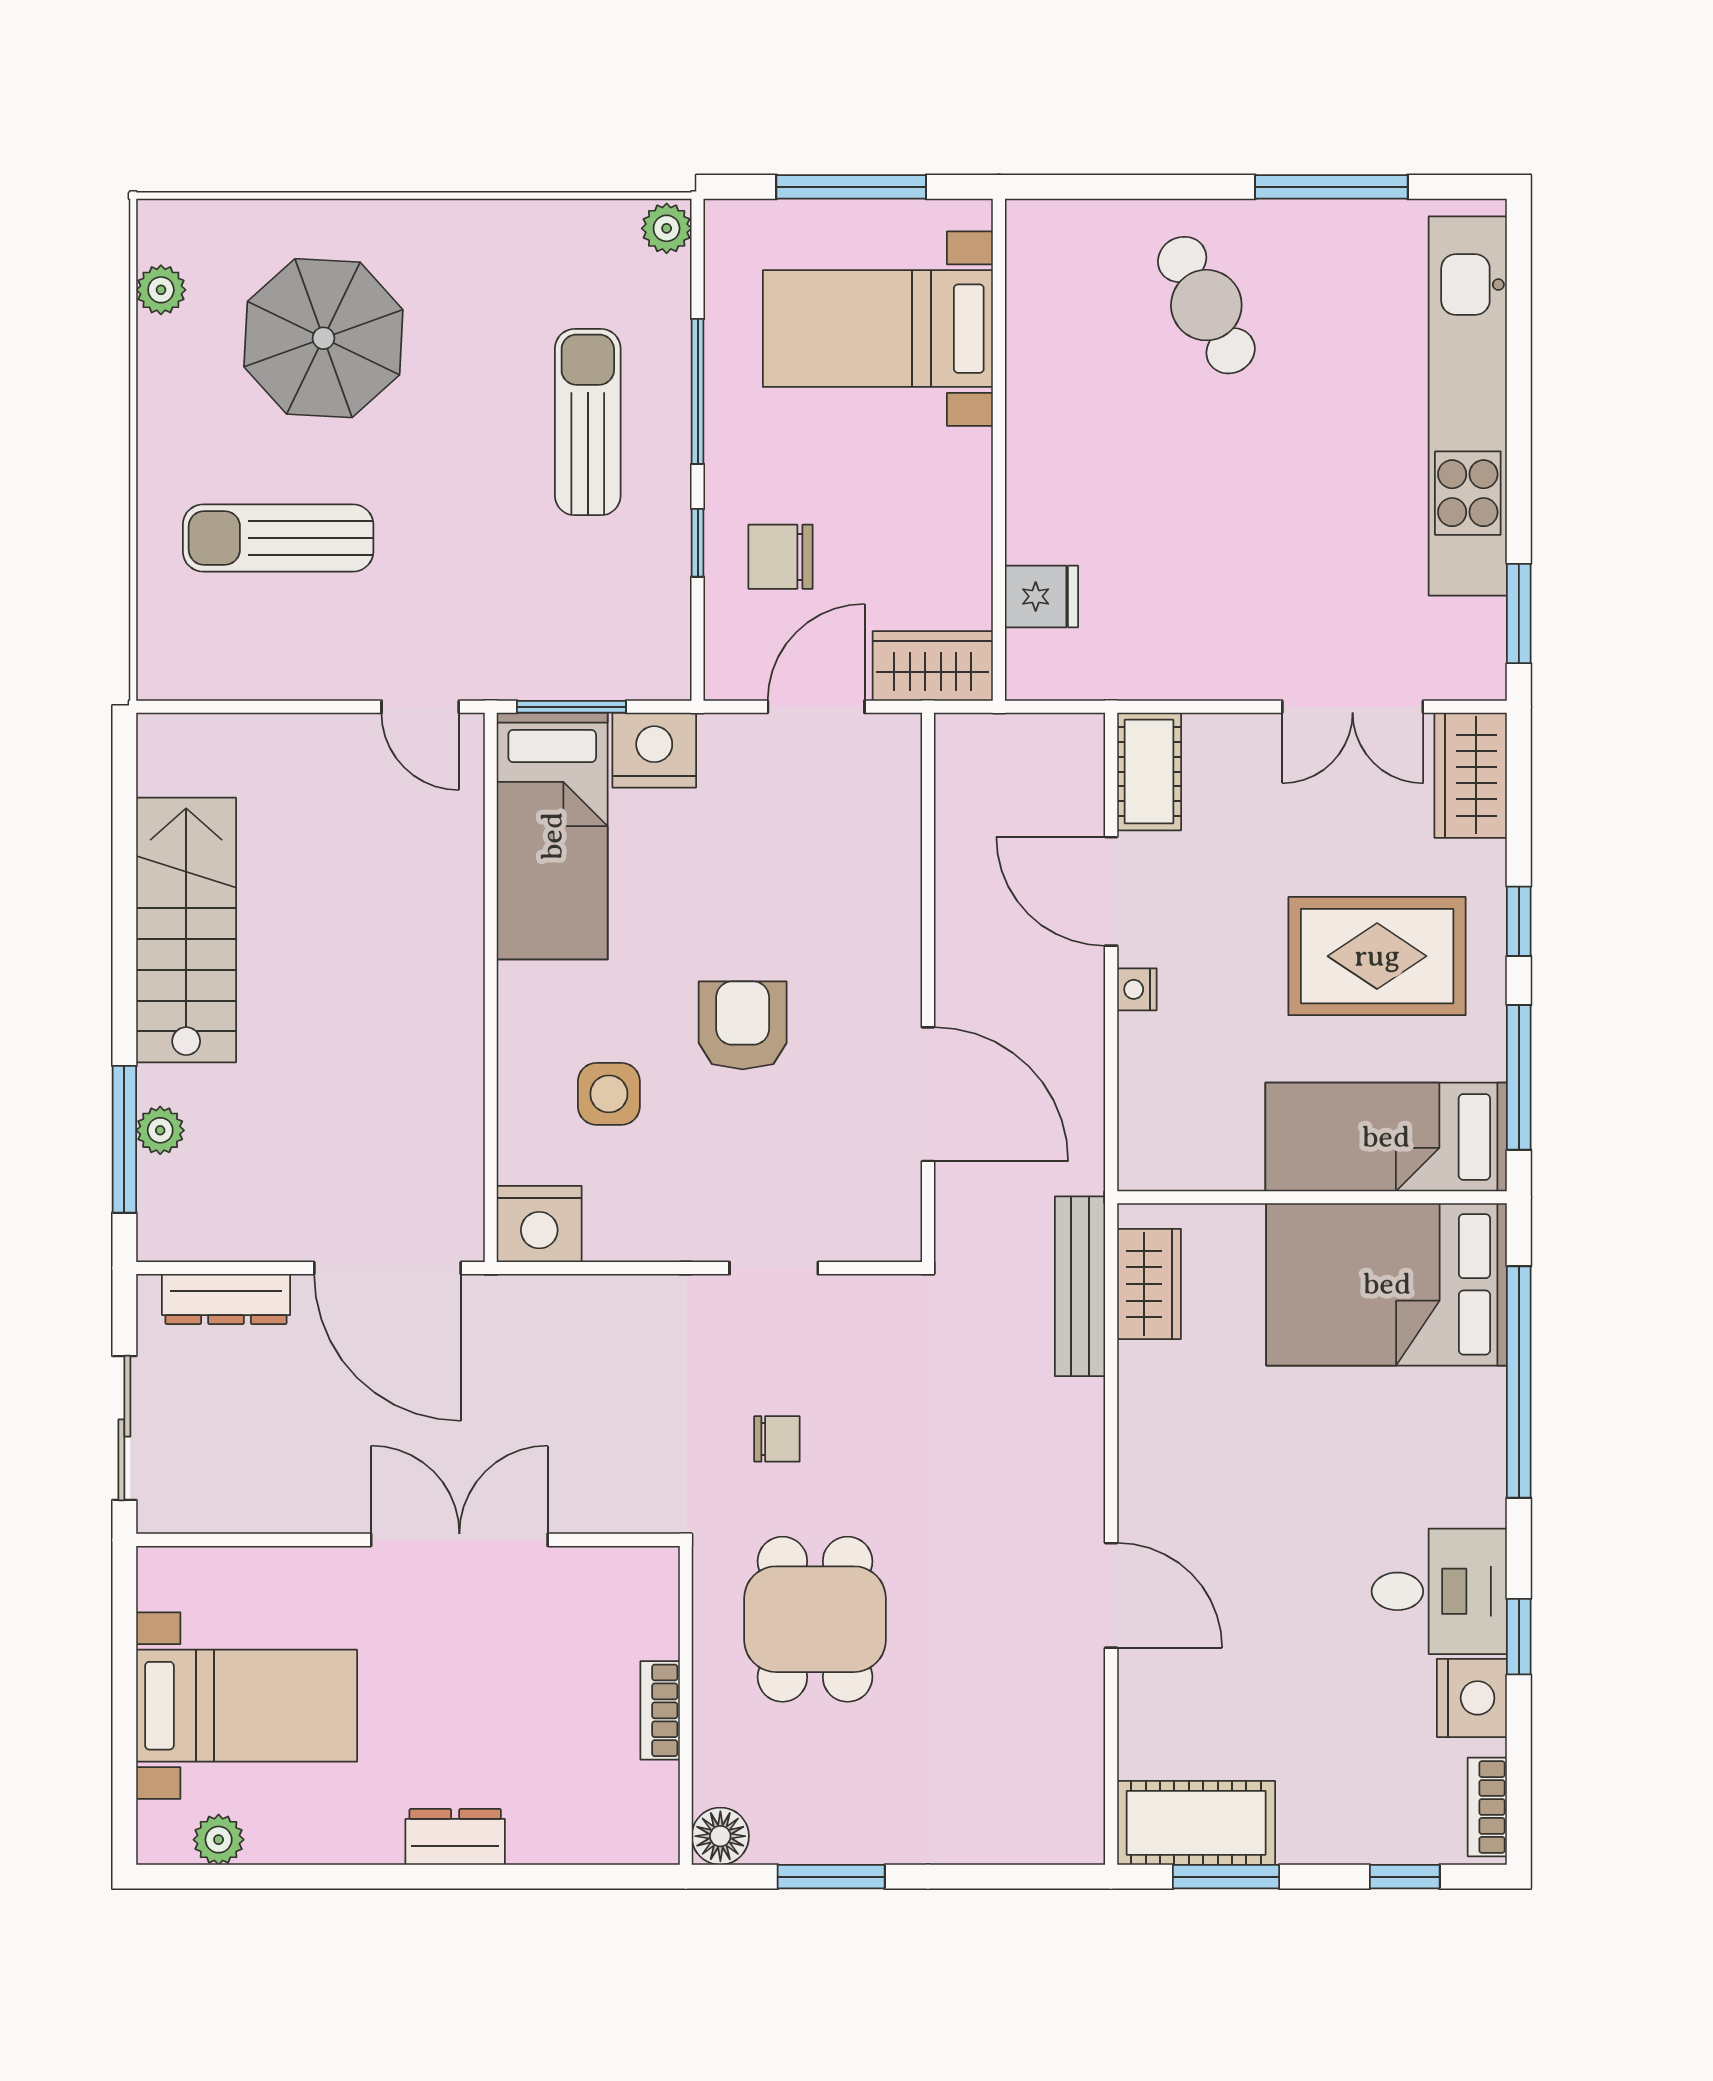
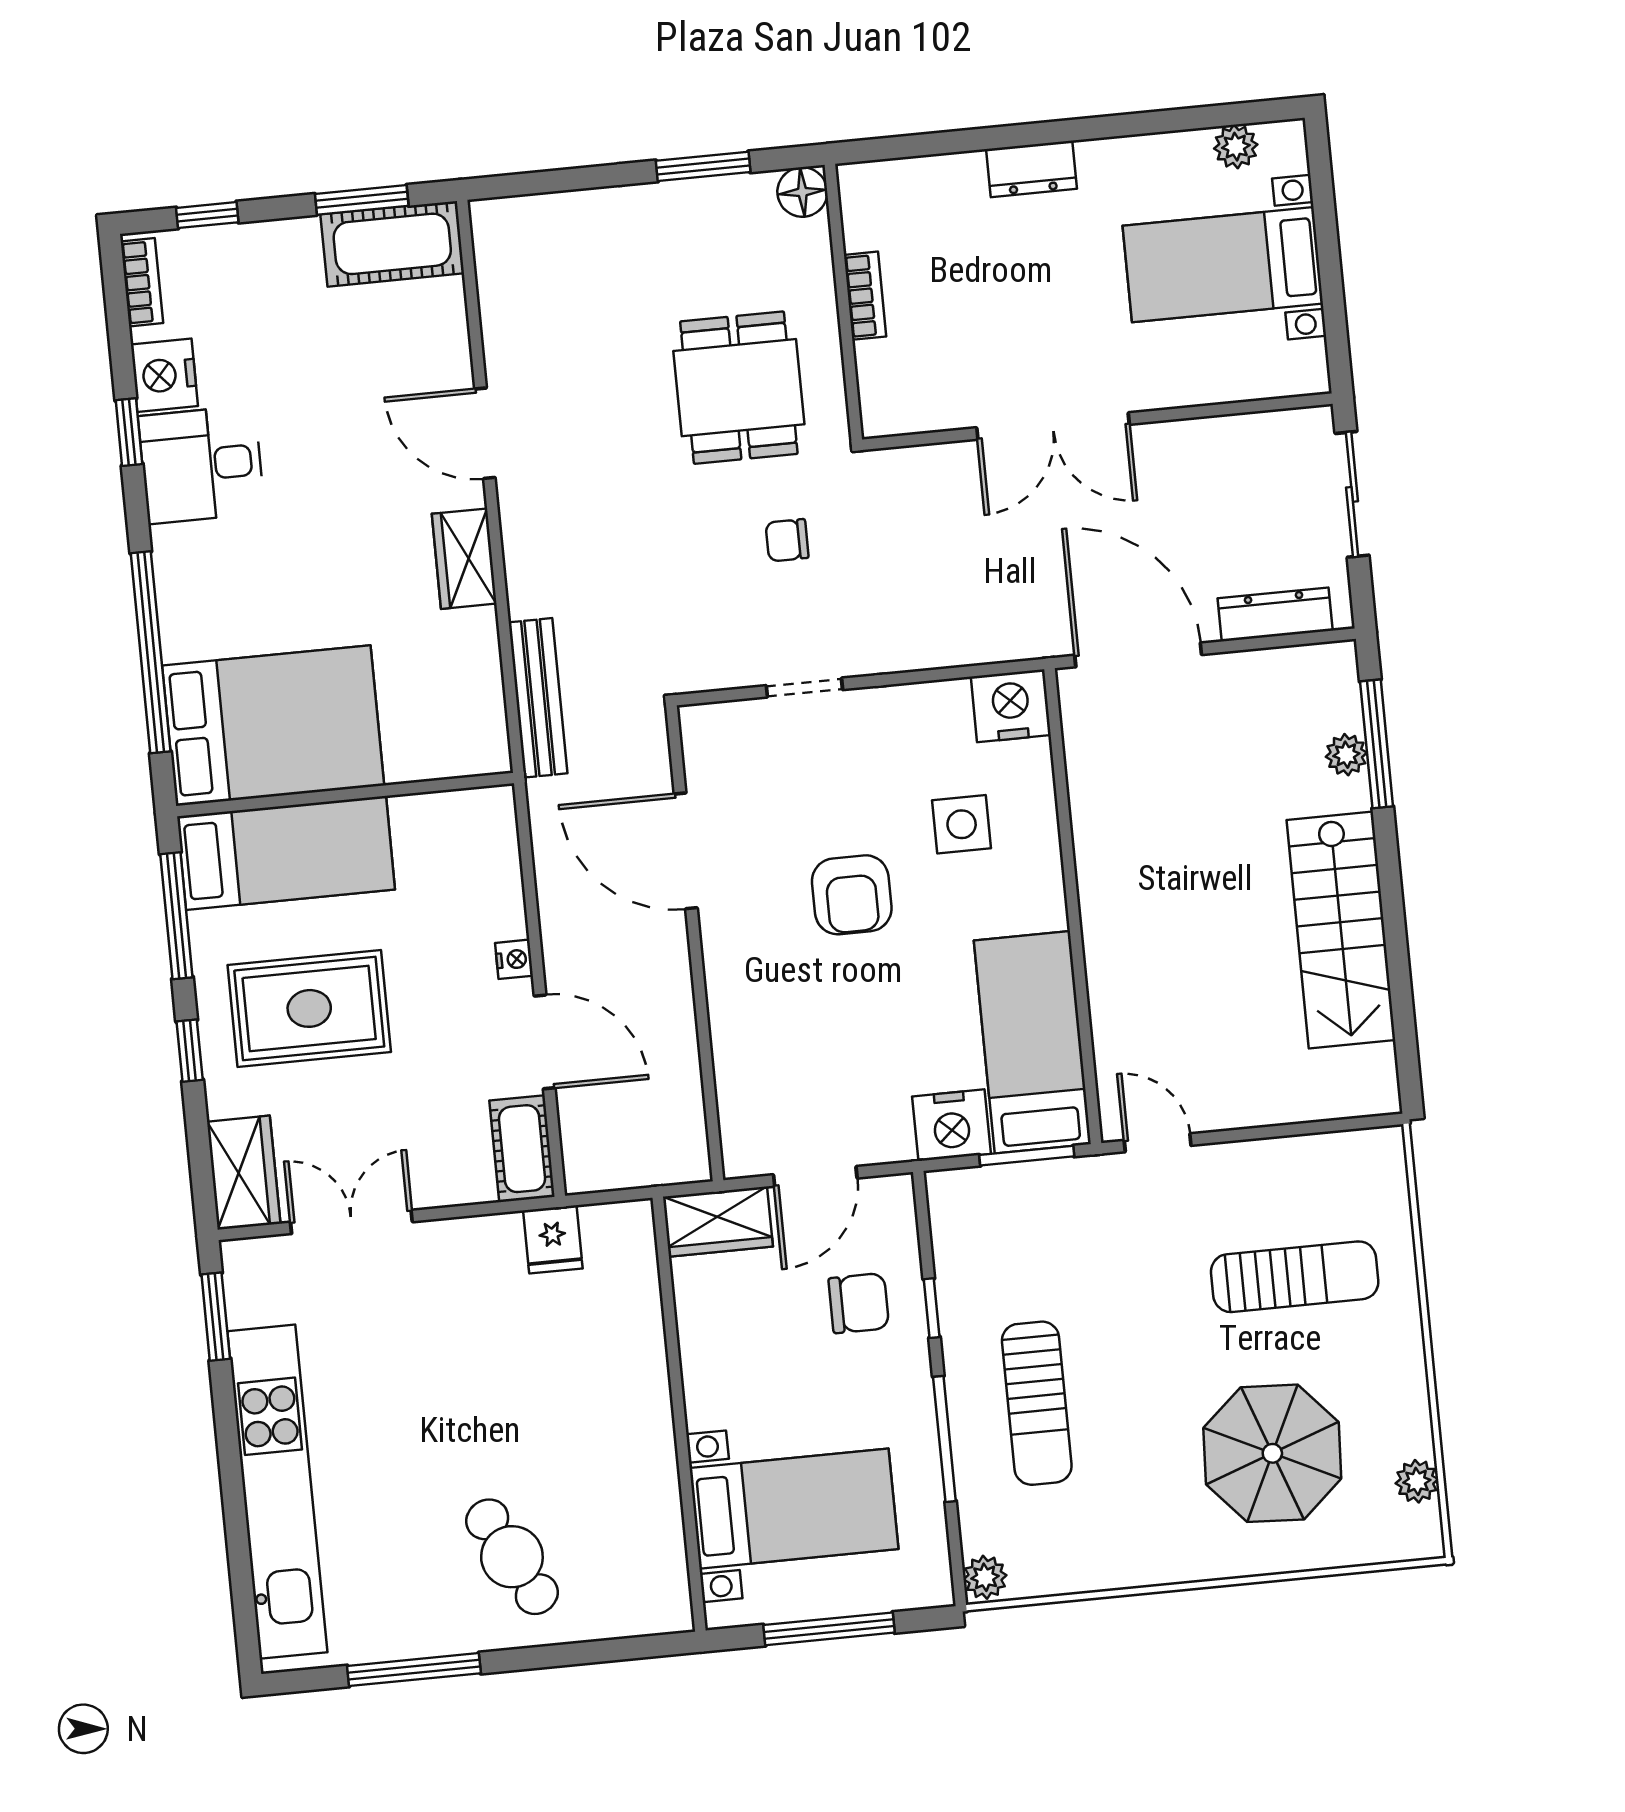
fridge: (1042, 596) -> (553, 1239), moved, turned -90
wardrobe: (1149, 1284) -> (464, 559), moved

